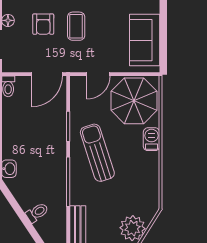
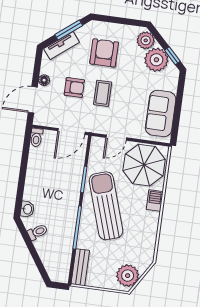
armchair: (43, 24) -> (74, 88), turned -90
sun lounger: (97, 153) -> (106, 206), width x1.36, depth x1.34
toilet: (37, 212) -> (38, 232), moved

